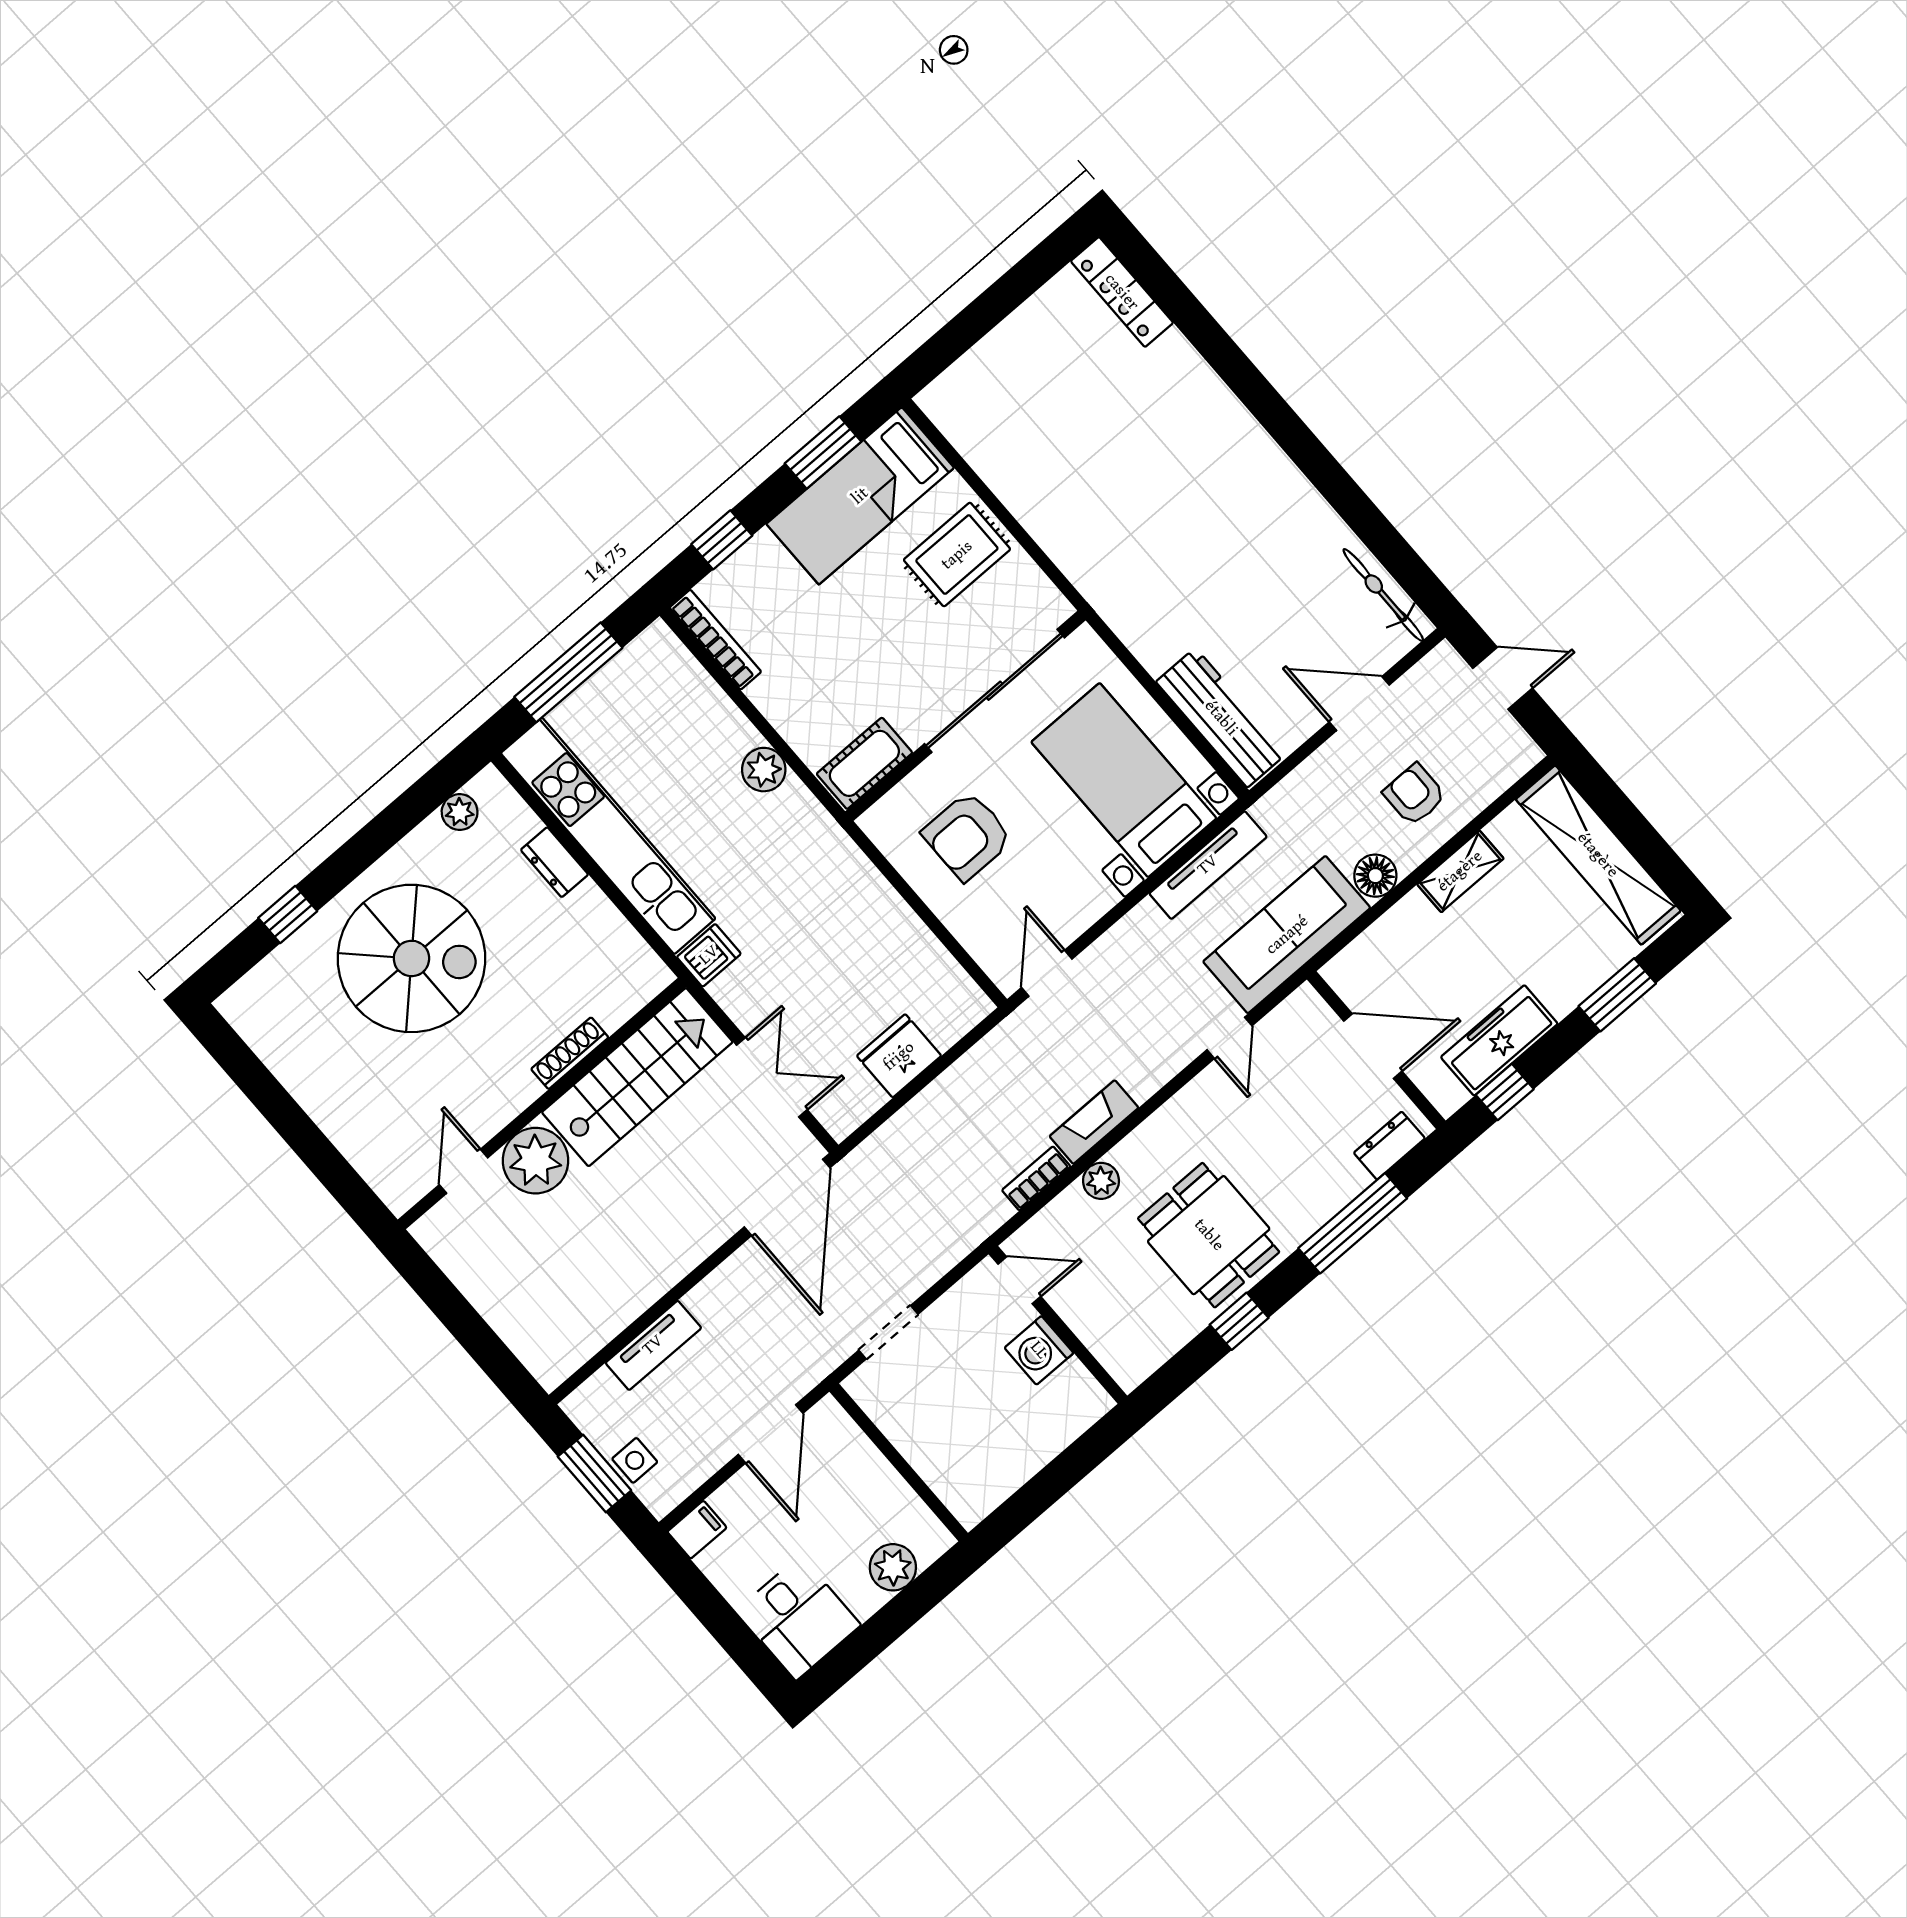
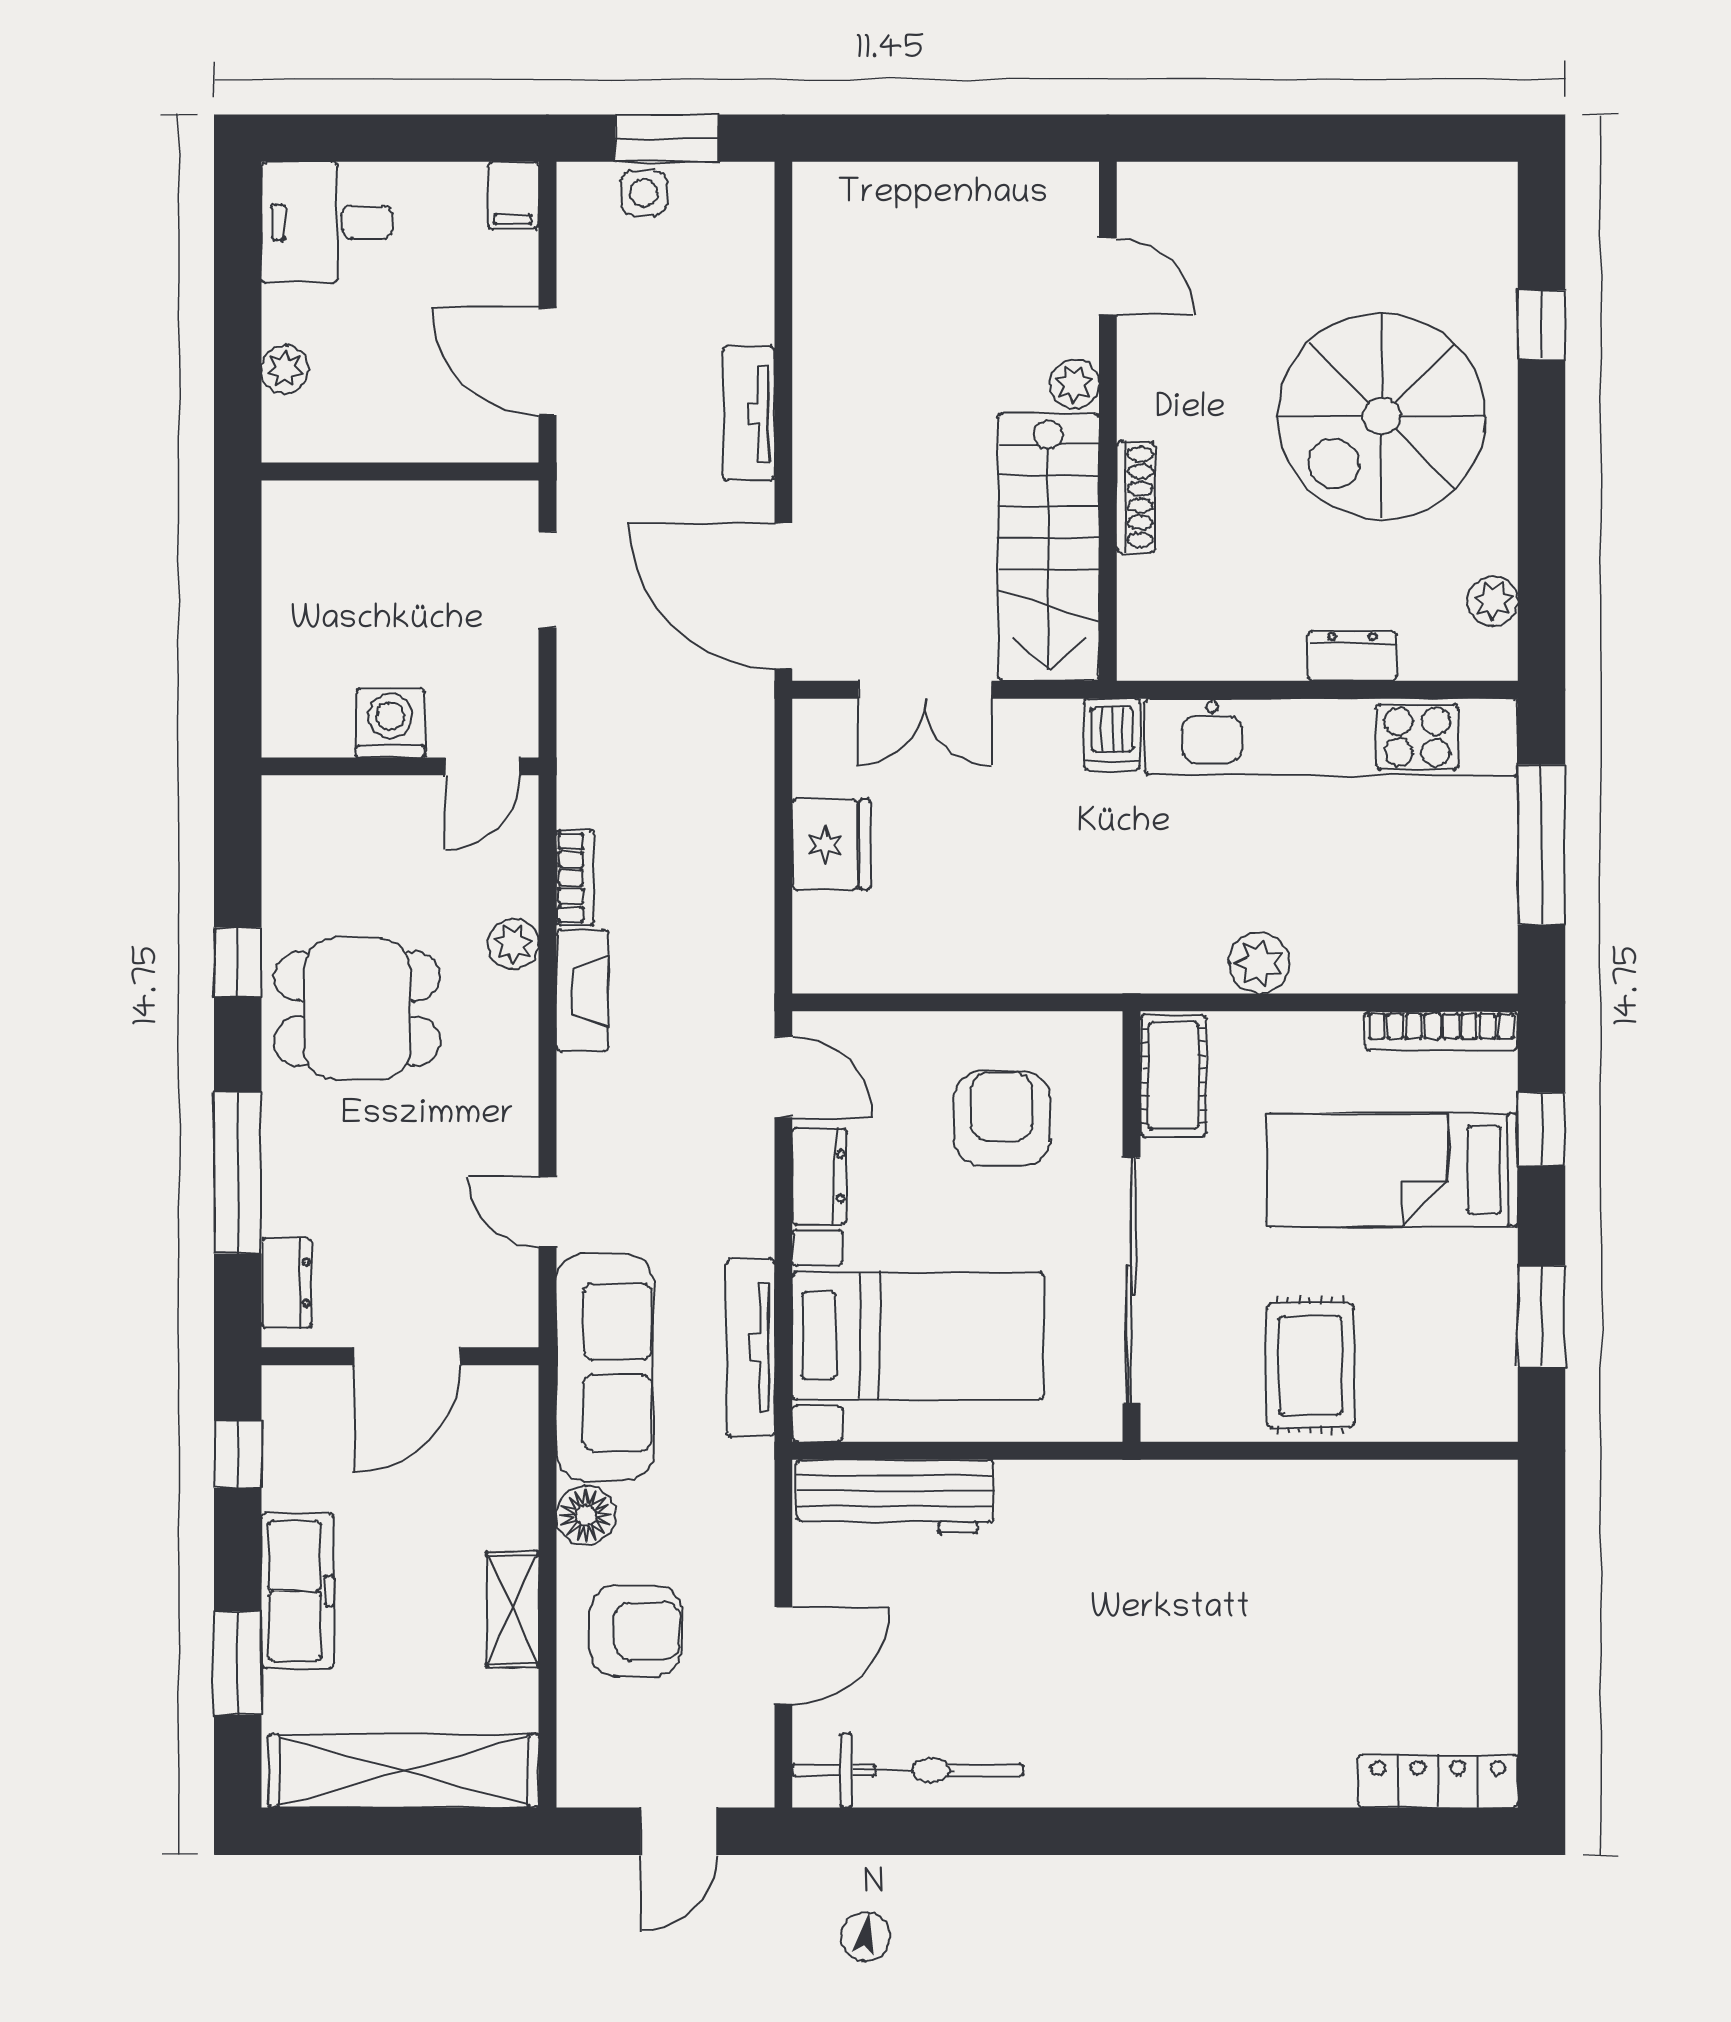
bed: (860, 496) -> (1392, 1170), moved, turned -90
bicycle: (1383, 595) -> (908, 1770), width x1.37, depth x1.40
armchair: (1414, 795) -> (636, 1631), width x1.38, depth x1.38
dresser: (1084, 907) -> (819, 1176), added
freezer: (1499, 1040) -> (297, 1591), moved
plant: (536, 1161) -> (1075, 384), width x0.53, depth x0.53
tv unit: (653, 1345) -> (749, 413), moved
plant: (893, 1567) -> (285, 369), width x0.73, depth x0.73

